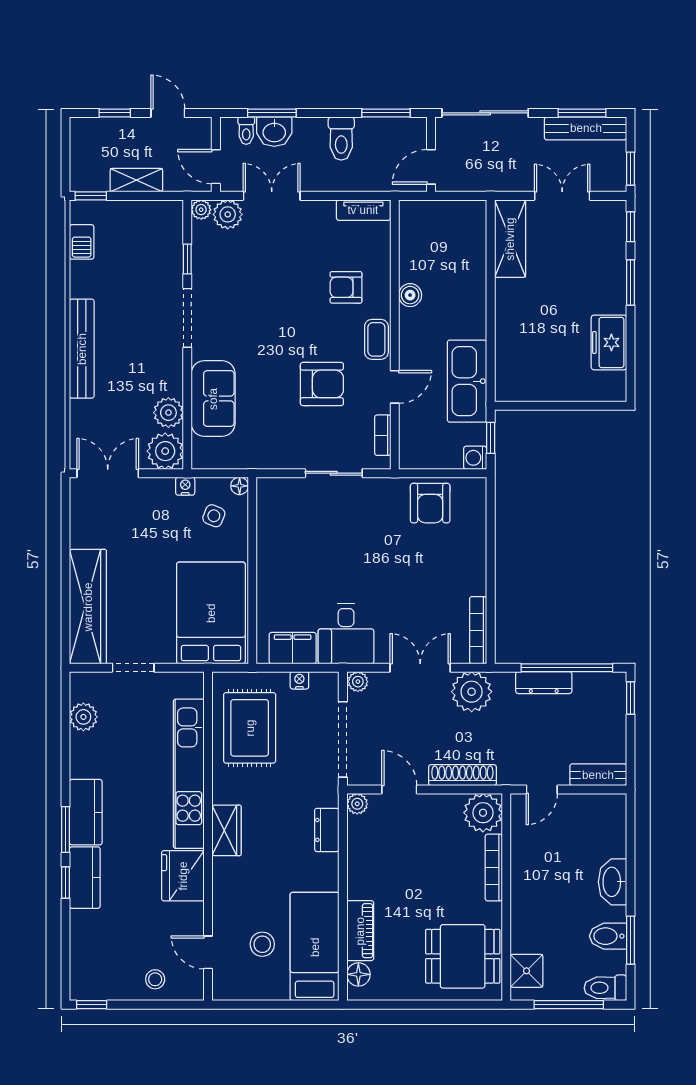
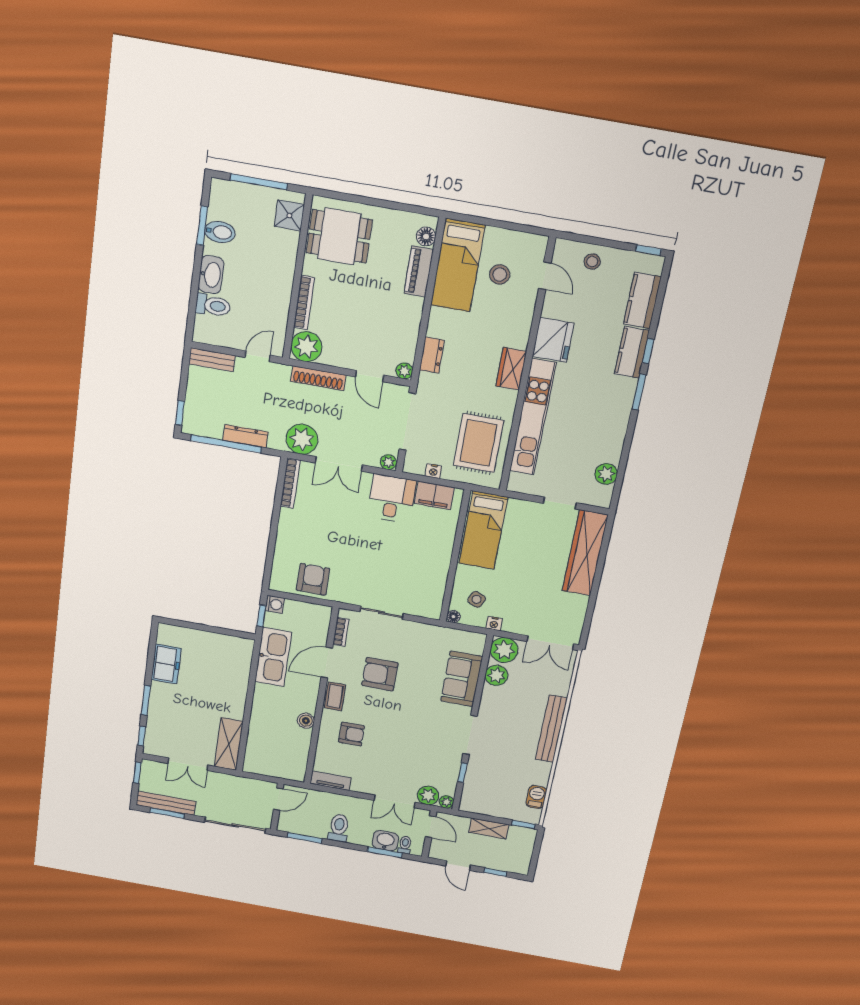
door: (395, 387) -> (327, 663), width x1.38
bed: (211, 613) -> (483, 530), width x0.67
kitchen counter: (86, 812) -> (642, 301), moved
toilet: (605, 988) -> (213, 306), moved

